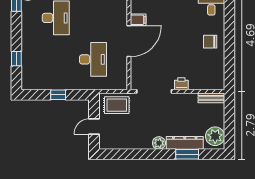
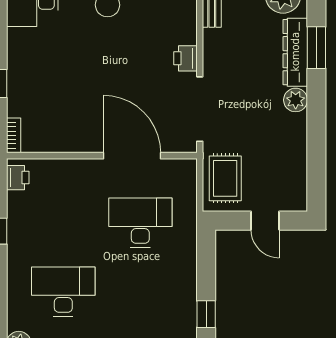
filing cabinet: (138, 20) -> (67, 139), removed
door: (129, 41) -> (132, 156), moved
window: (58, 95) -> (206, 314), moved

